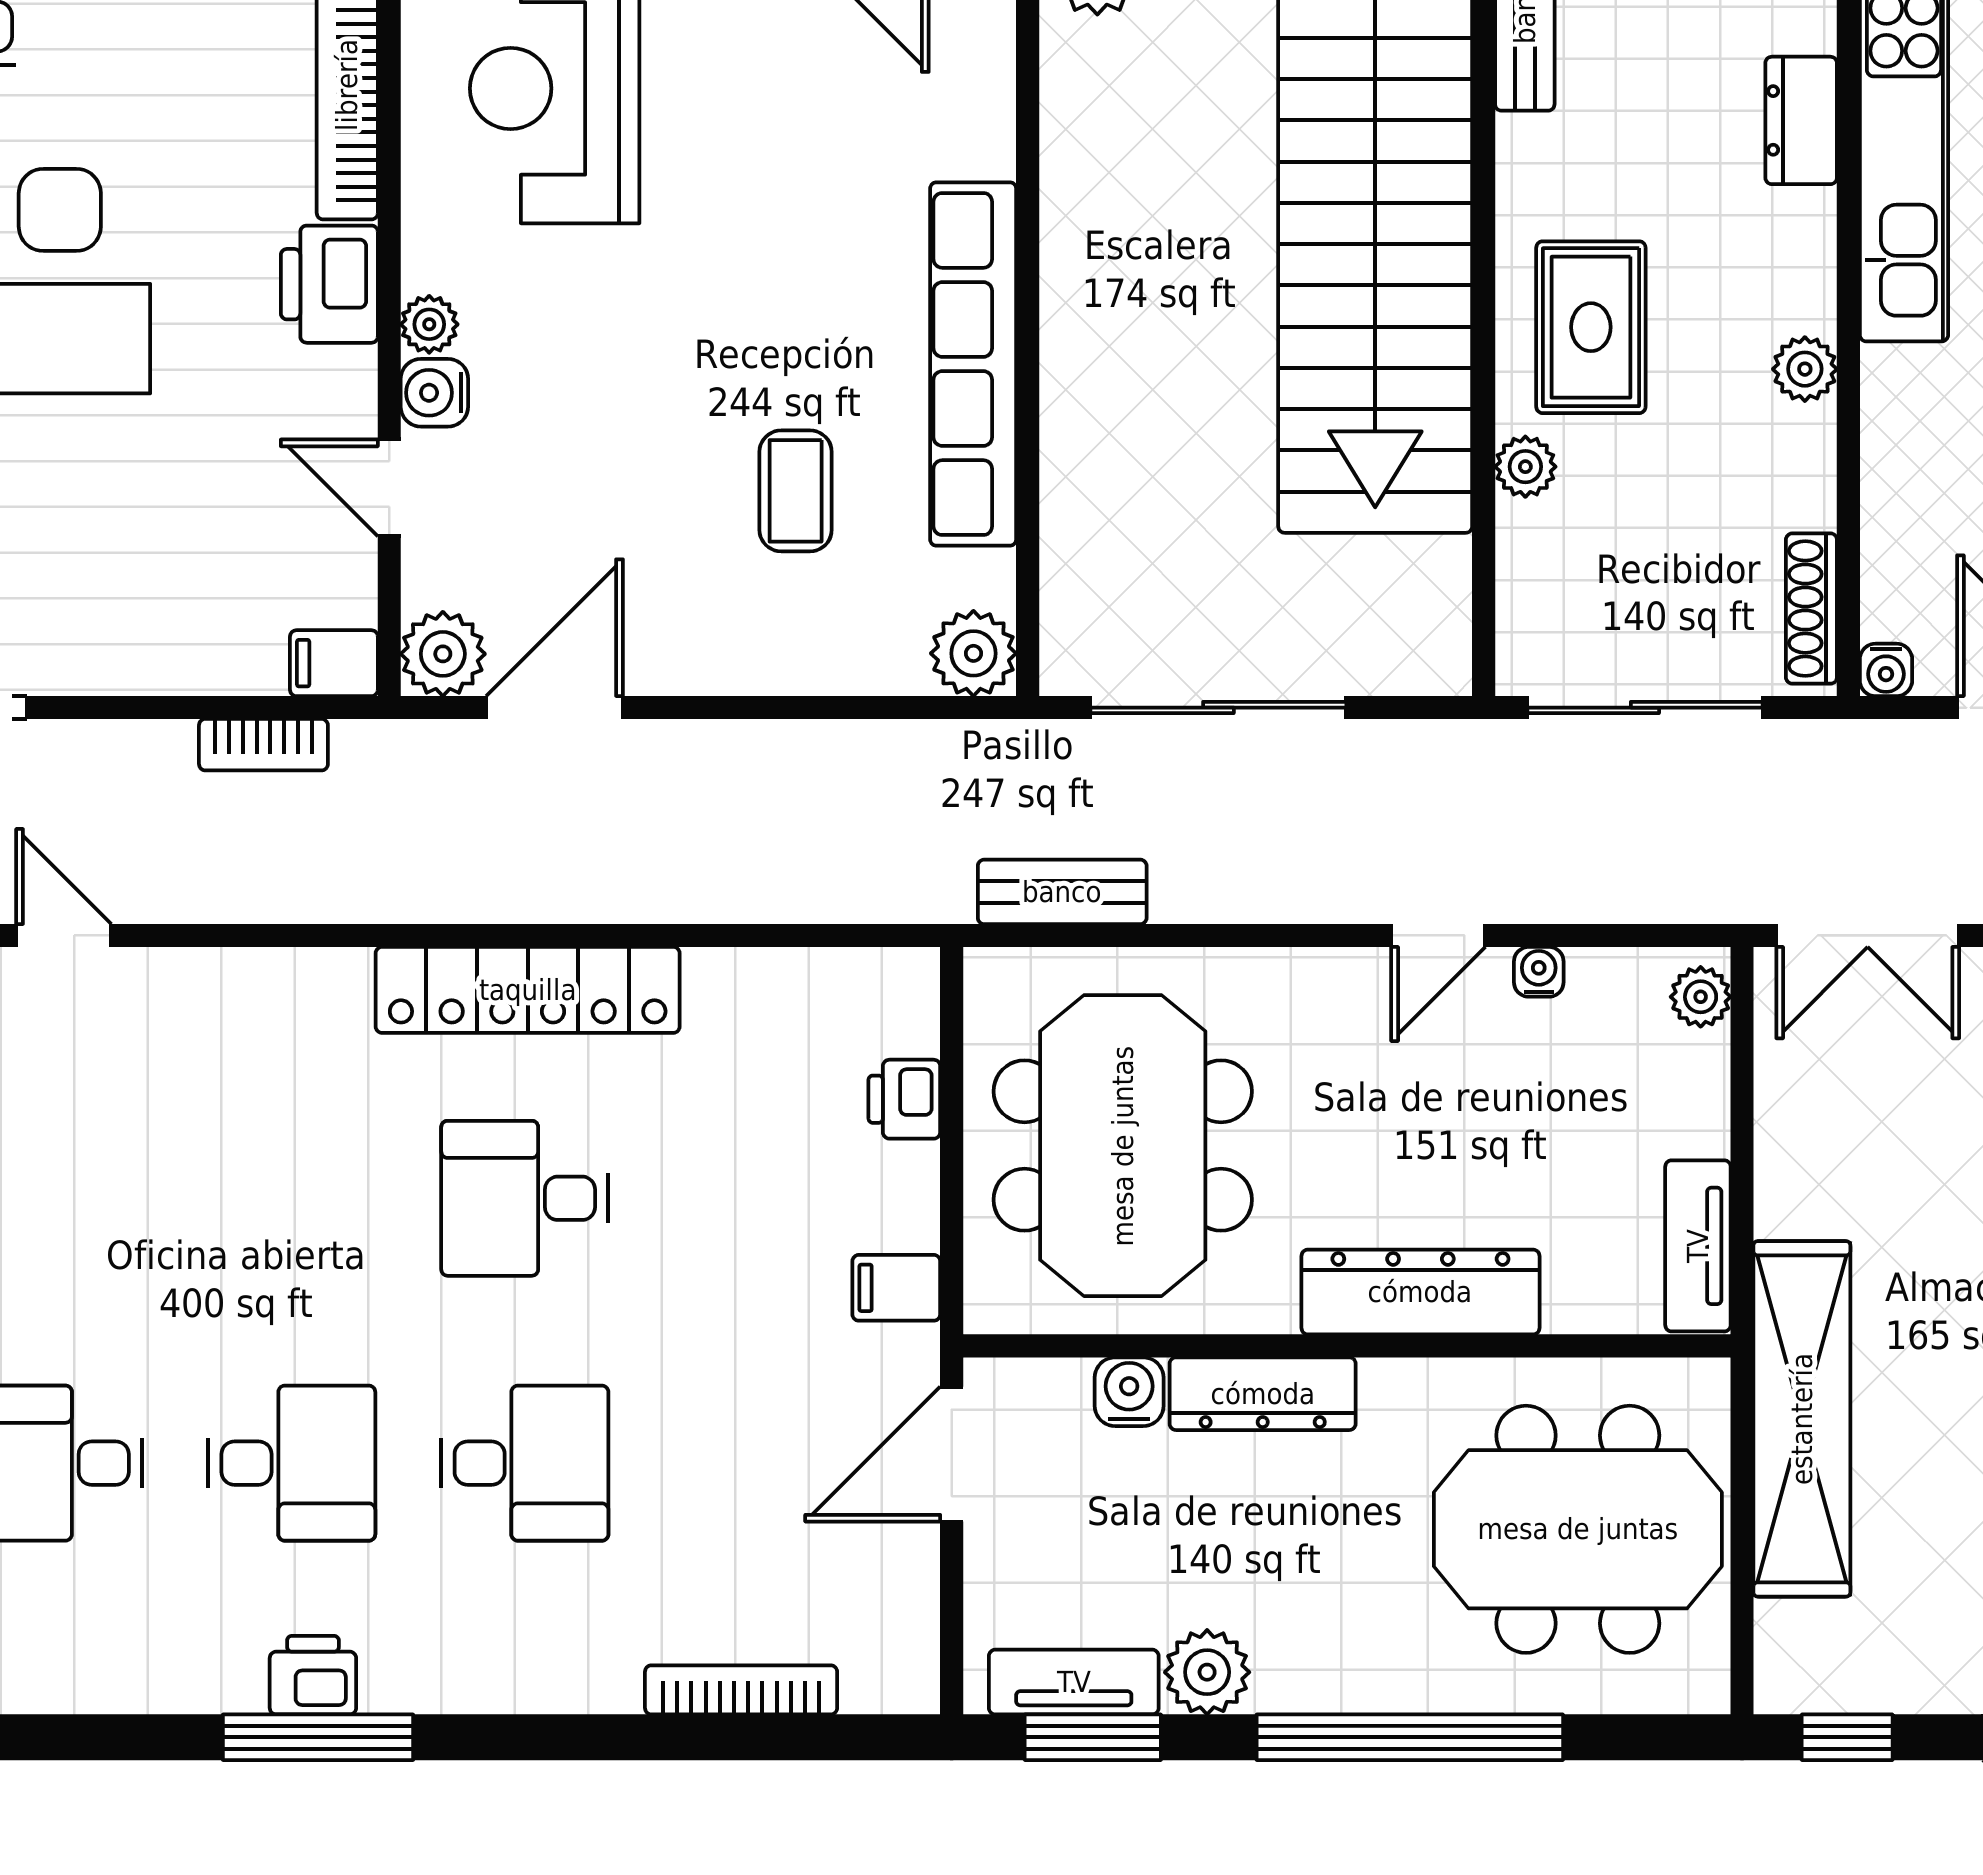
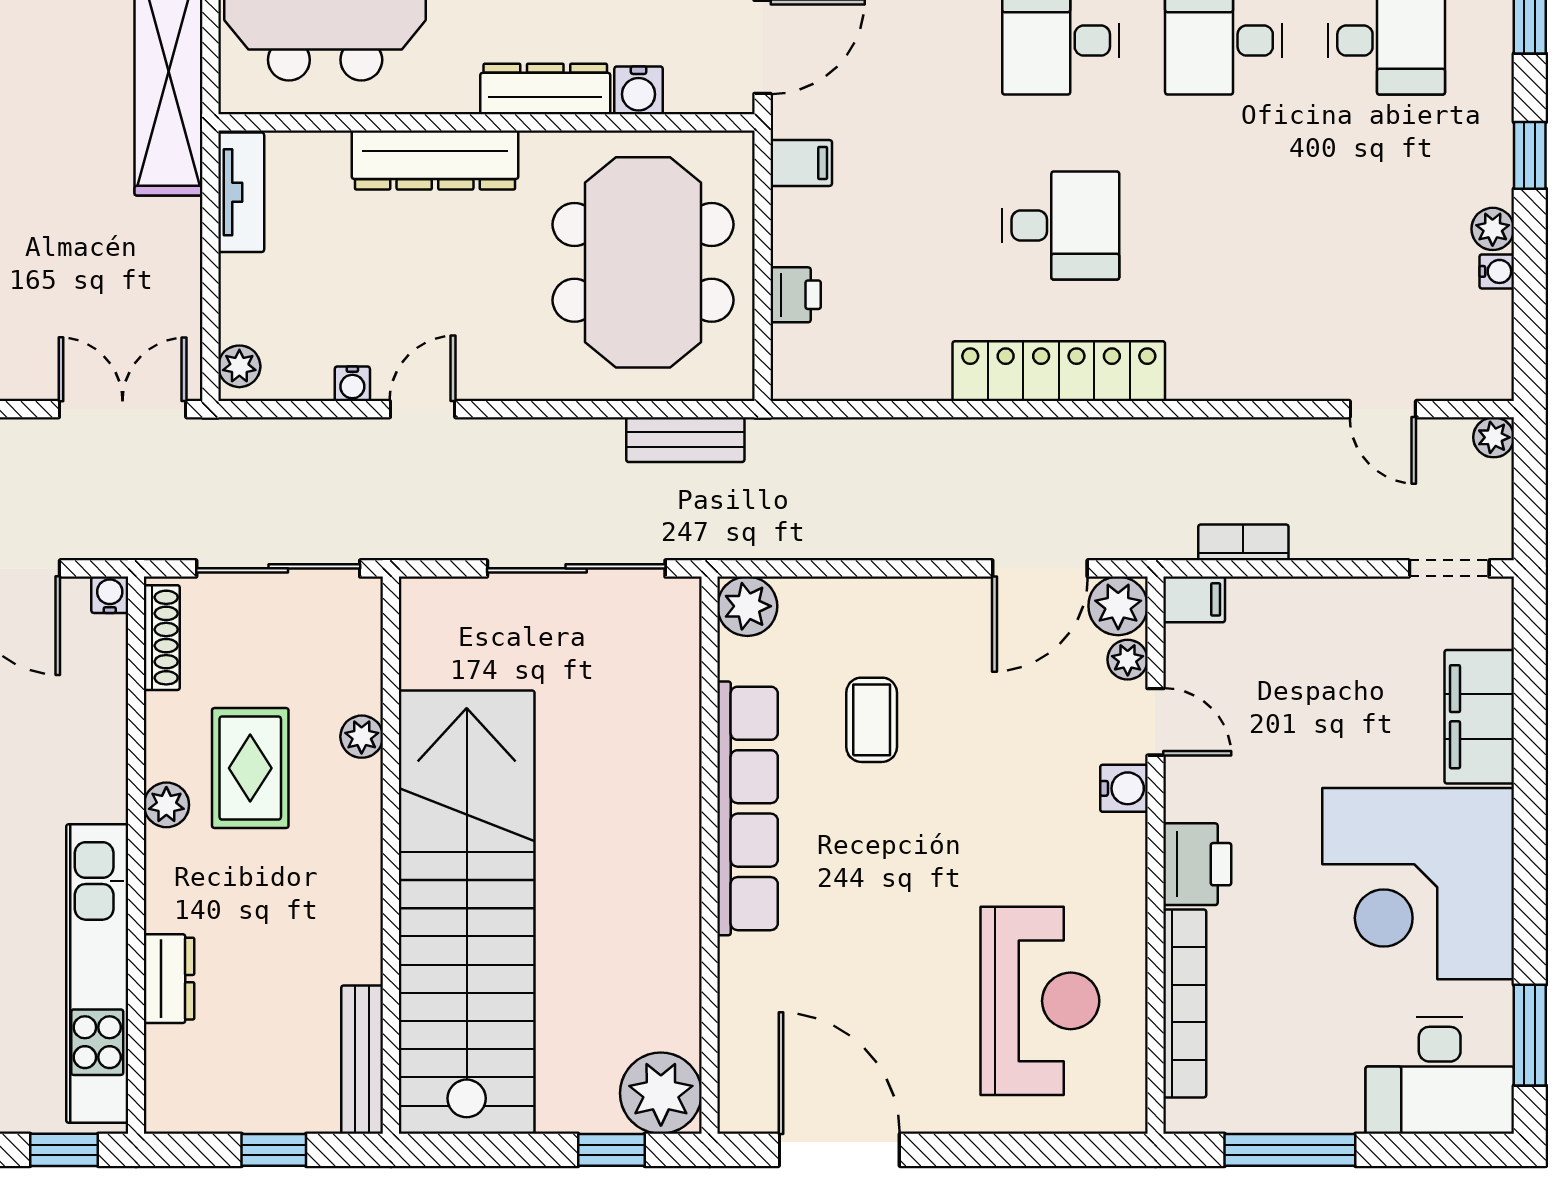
plant: (429, 324) -> (1128, 660), moved
rug: (1591, 327) -> (250, 768), moved

